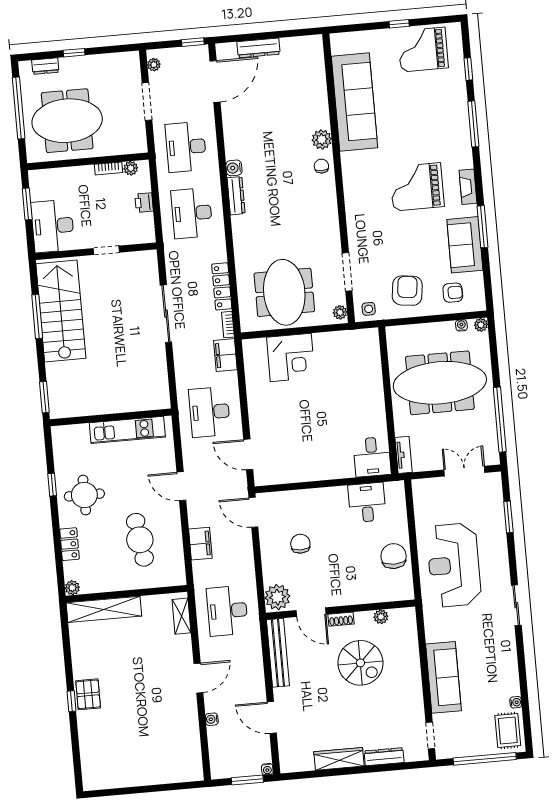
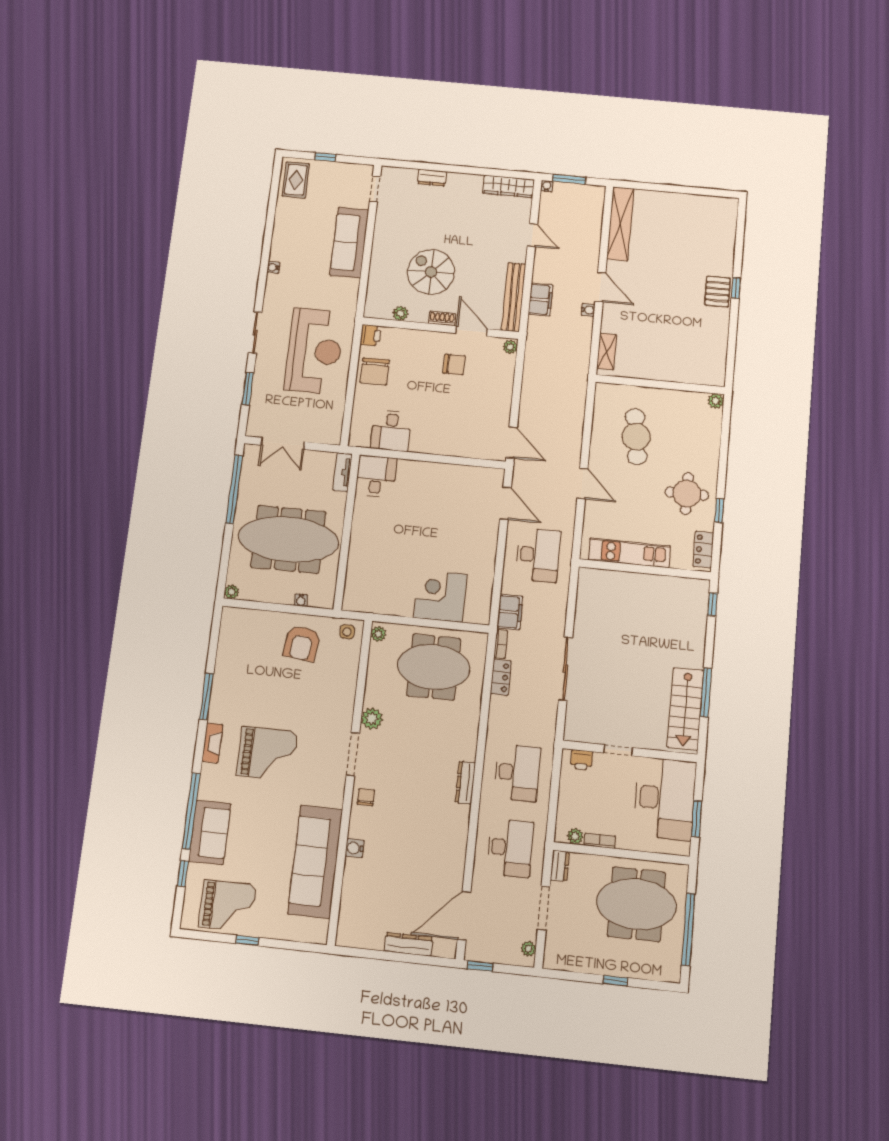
dresser: (45, 66) -> (560, 866), moved, turned 90
window: (473, 124) -> (191, 811), width x1.46
plant: (322, 139) -> (372, 719), moved
chair: (321, 166) -> (366, 797), turned 180
water cooler: (234, 168) -> (355, 848), moved, turned 180
printer: (144, 203) -> (582, 760), moved, turned 90
desk: (53, 226) -> (665, 798), width x1.36, depth x1.30
sofa: (465, 245) -> (210, 832), moved
doorway: (347, 272) -> (353, 754), moved
locker: (222, 286) -> (501, 677), width x0.66
meeting table: (284, 292) -> (434, 667), turned 90
armchair: (453, 293) -> (254, 632), removed
stairs: (61, 311) -> (686, 709), width x0.73, depth x0.66
water cooler: (461, 325) -> (301, 600), moved
window: (44, 397) -> (712, 604), width x0.67
locker: (69, 544) -> (703, 550), moved
filing cabinet: (200, 544) -> (541, 300), moved, turned 180
chair: (300, 544) -> (454, 364), moved, turned -90
printer: (405, 590) -> (371, 335), added
plant: (277, 597) -> (510, 347), width x0.53, depth x0.53
sliding door: (516, 605) -> (255, 333), moved
shelving: (104, 609) -> (620, 224), moved, turned 90
desk: (227, 611) -> (558, 348), removed
door: (198, 678) -> (600, 287), swing flipped
water cooler: (516, 702) -> (273, 267), moved
door: (272, 717) -> (532, 235), width x0.73
water cooler: (212, 719) -> (588, 310), moved
dresser: (384, 757) -> (432, 178), width x0.70
wardrobe: (339, 759) -> (508, 186), moved
window: (485, 759) -> (325, 157), width x0.32

